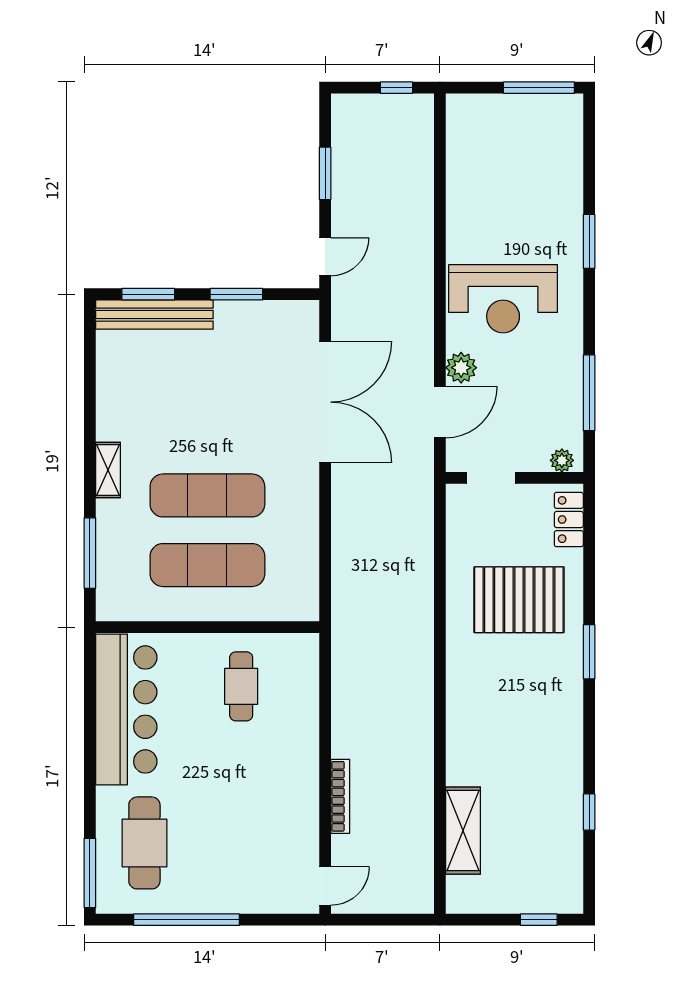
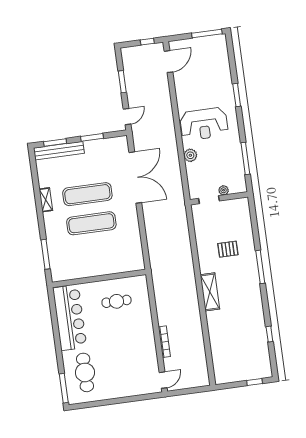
door: (440, 412) -> (168, 62), moved
plant: (562, 460) -> (224, 190), moved
shelving: (108, 470) -> (46, 200), moved
locker: (569, 520) -> (244, 213), removed
exercise mat: (207, 565) -> (87, 194), moved
pallet: (519, 600) -> (228, 249), width x0.49, depth x0.50
window: (589, 652) -> (260, 267), width x1.44
cafe table: (241, 686) -> (117, 301), turned 90
shelving: (463, 831) -> (210, 292), moved
window: (187, 920) -> (107, 402), removed

